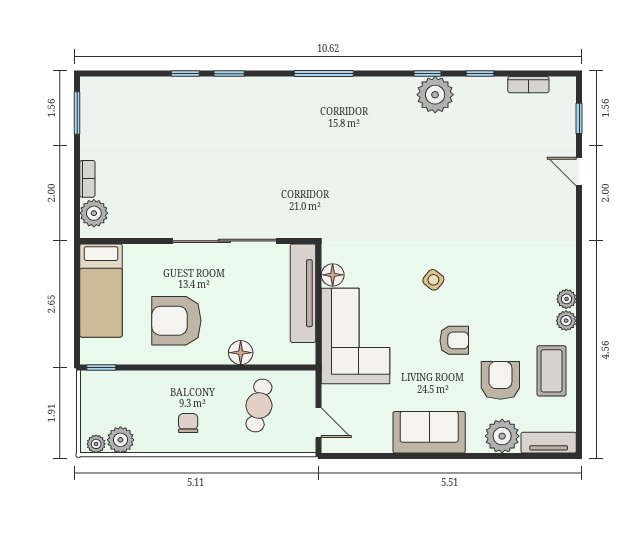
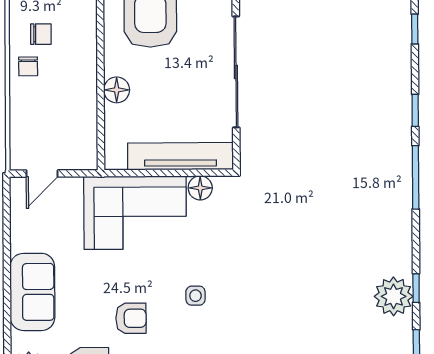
window: (229, 74) -> (415, 110), moved
side table: (433, 280) -> (195, 296), turned -38
armchair: (454, 340) -> (131, 318), turned -90
cafe table: (259, 406) -> (60, 110), removed
chair: (218, 435) -> (28, 66), added

